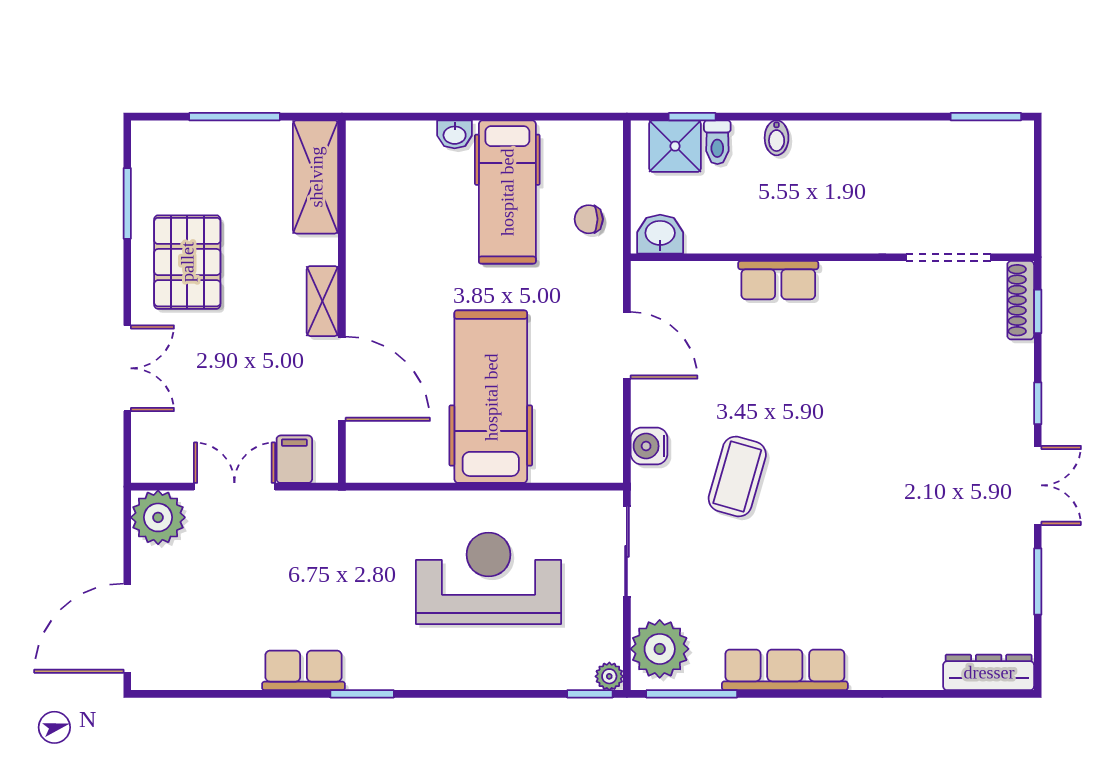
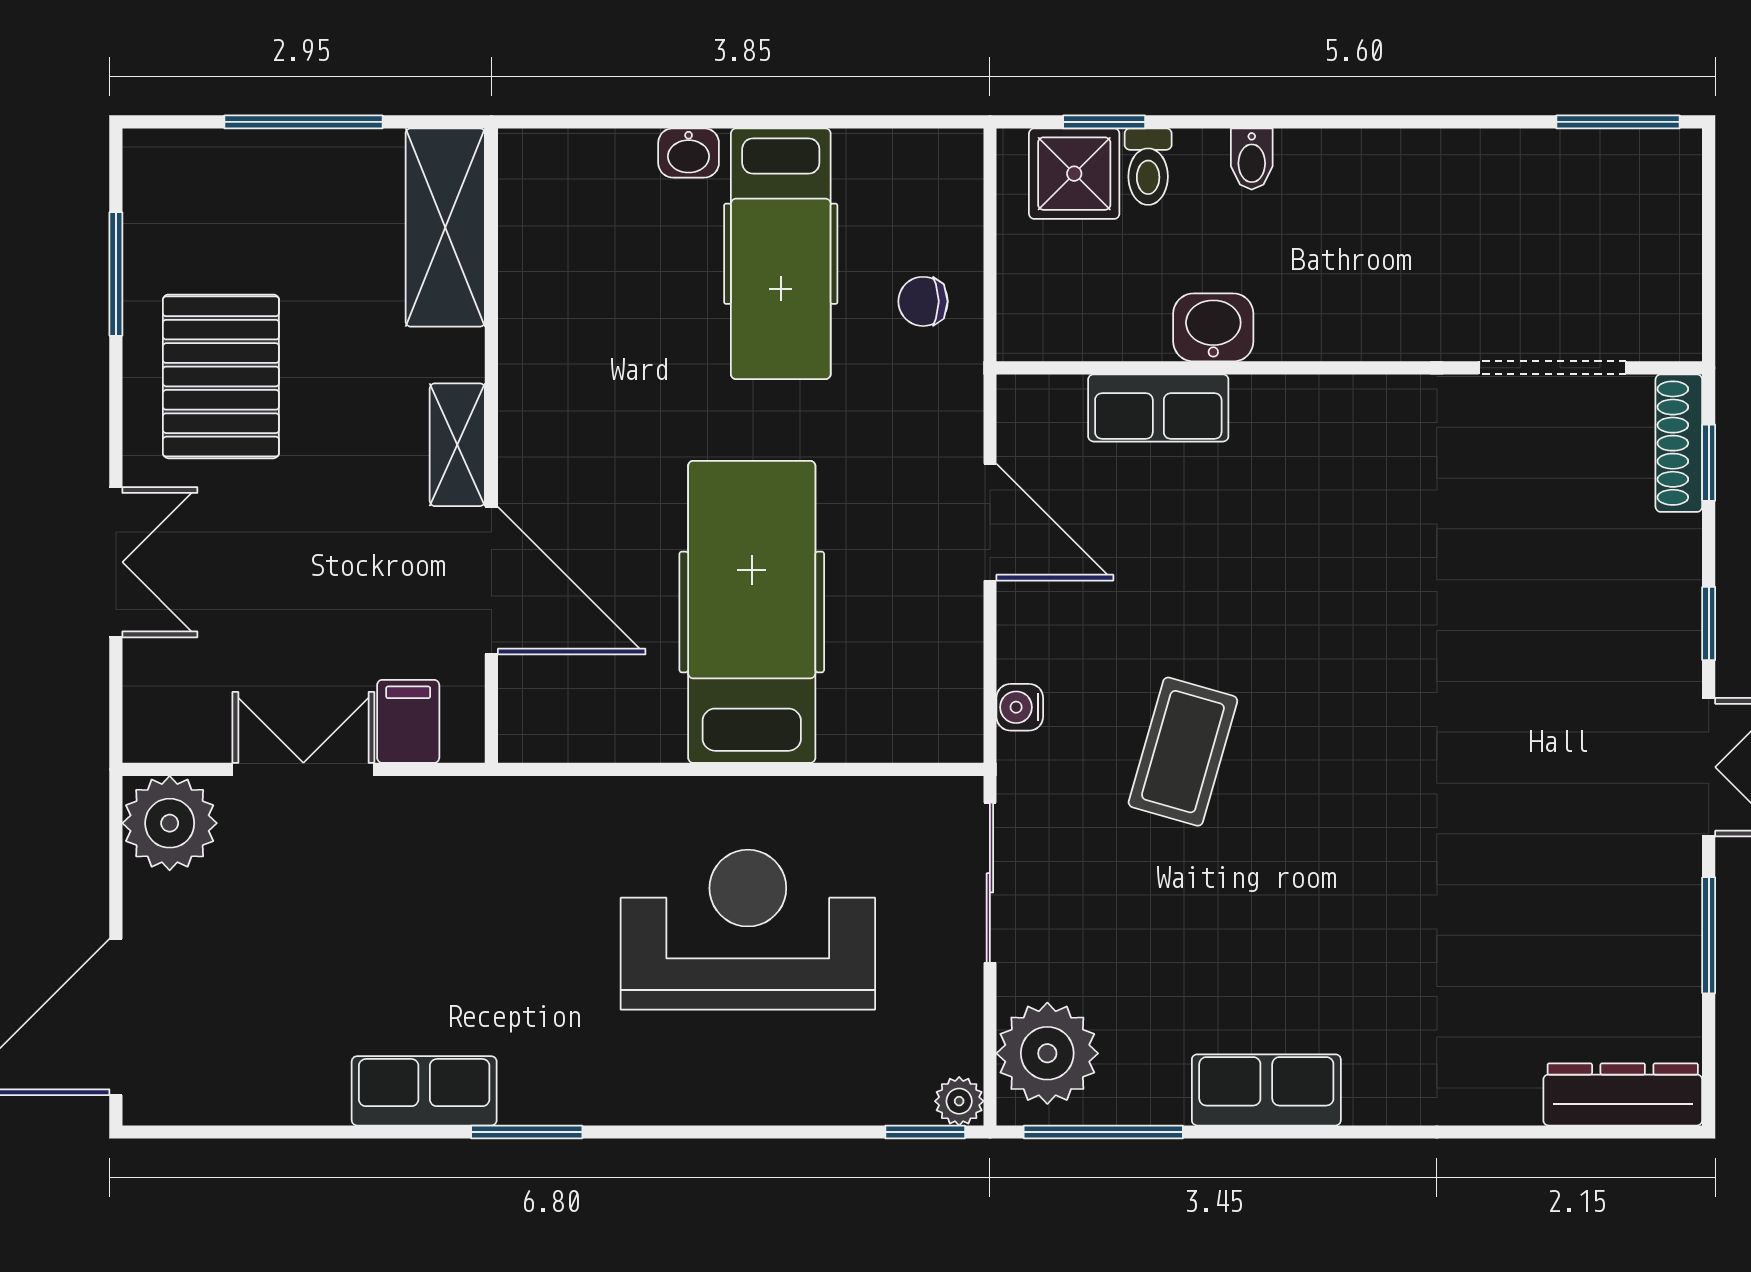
washbasin: (660, 234) -> (1213, 327), moved
row of seats: (778, 280) -> (1158, 408), moved
water cooler: (649, 446) -> (1020, 707), width x0.72, depth x0.72
row of seats: (785, 670) -> (1266, 1090), width x0.68

